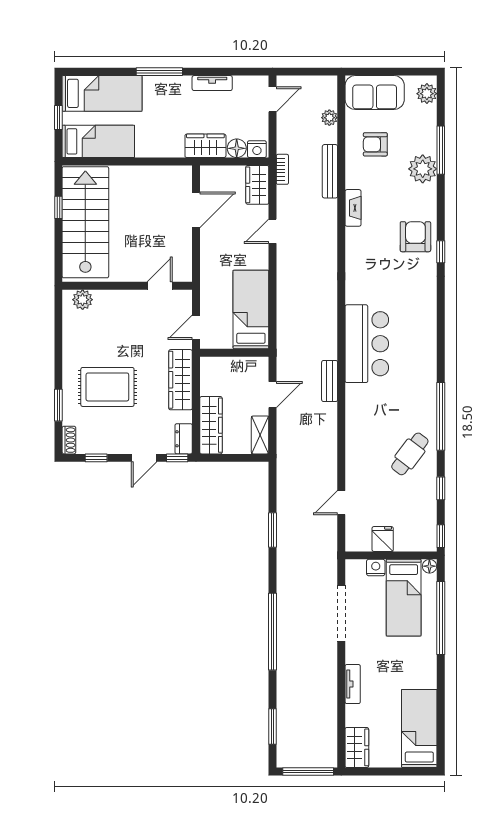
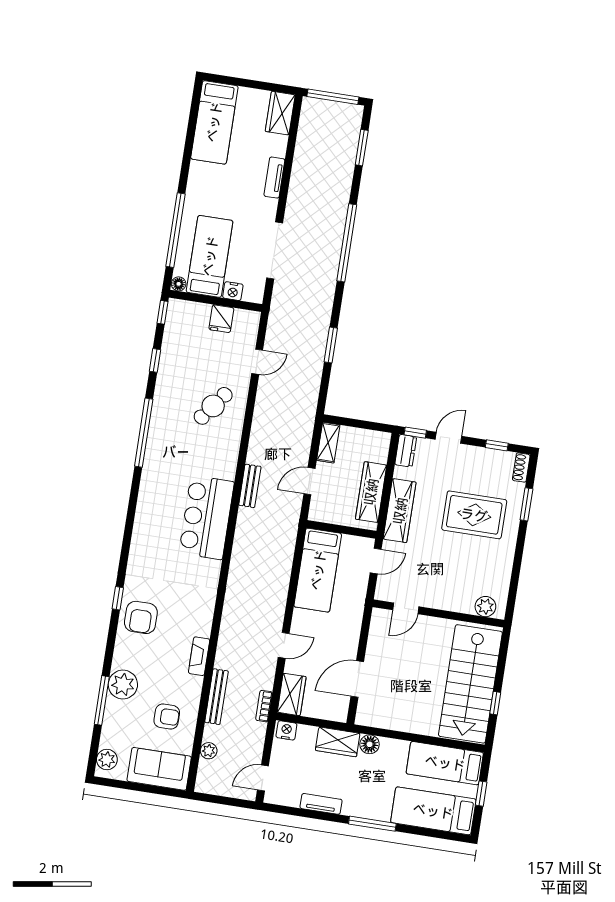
floor lamp: (237, 148) -> (370, 744), moved
wardrobe: (211, 425) -> (371, 492), moved
cafe table: (410, 454) -> (213, 406), moved

